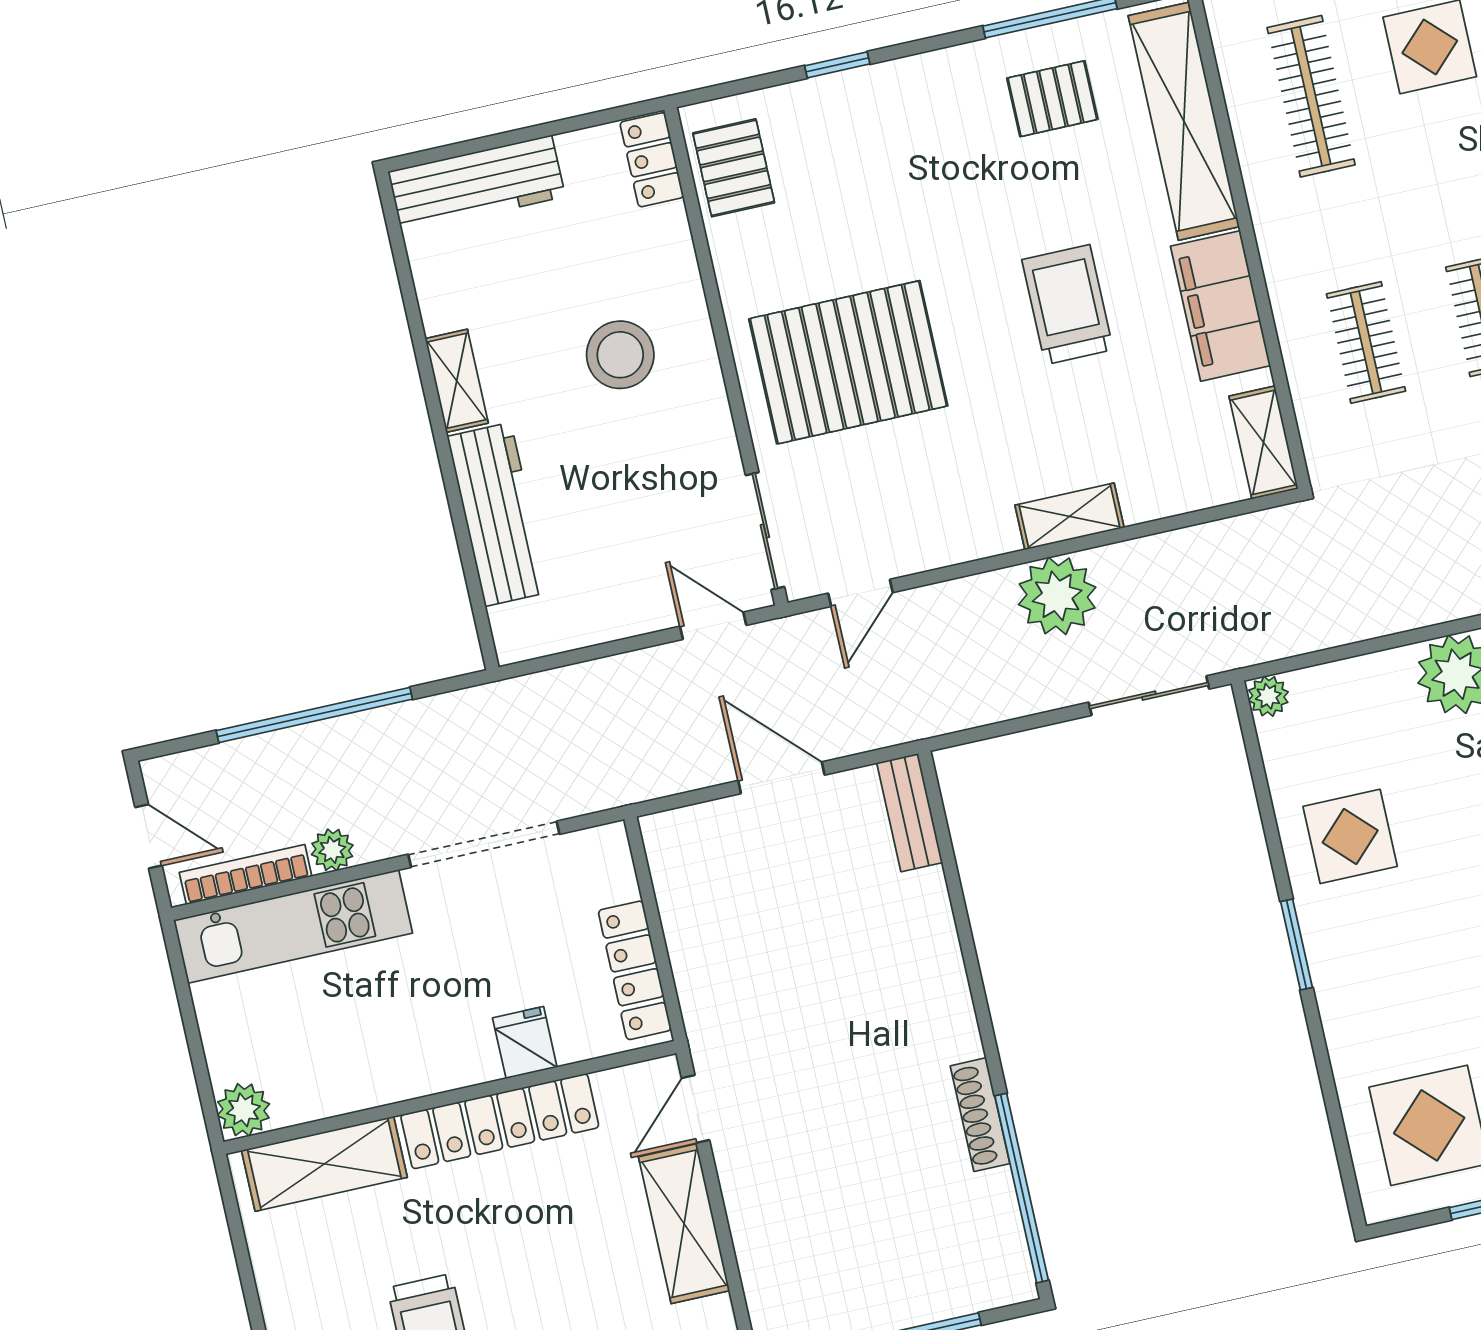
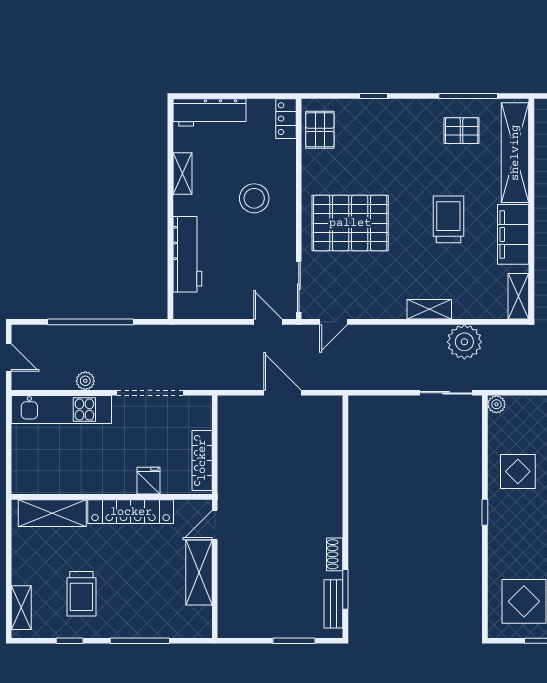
shelving: (457, 381) -> (182, 174), moved
plant: (1057, 596) -> (464, 342), moved
bench: (910, 813) -> (333, 604), moved
bookcase: (246, 874) -> (46, 383), removed
window: (1297, 945) -> (485, 512), width x0.67
plant: (243, 1110) -> (23, 482), removed
shoe rack: (980, 1115) -> (335, 554), width x0.70
window: (1022, 1188) -> (345, 589), width x0.47

